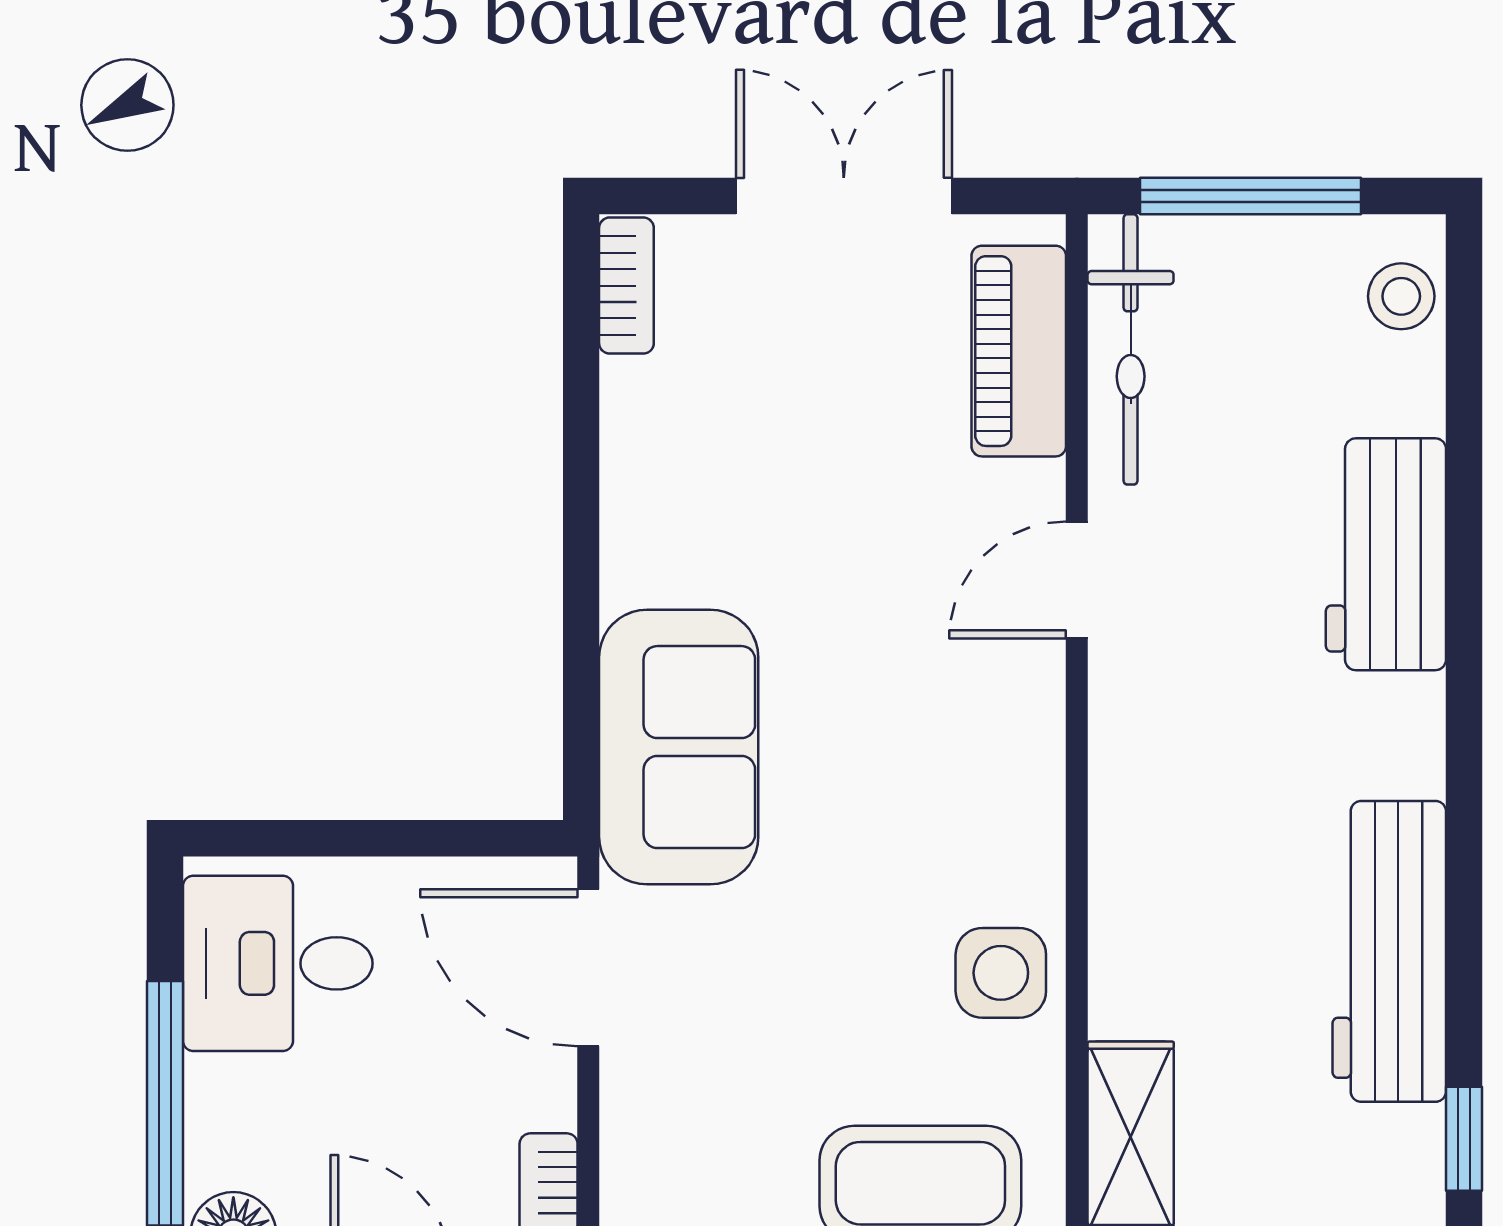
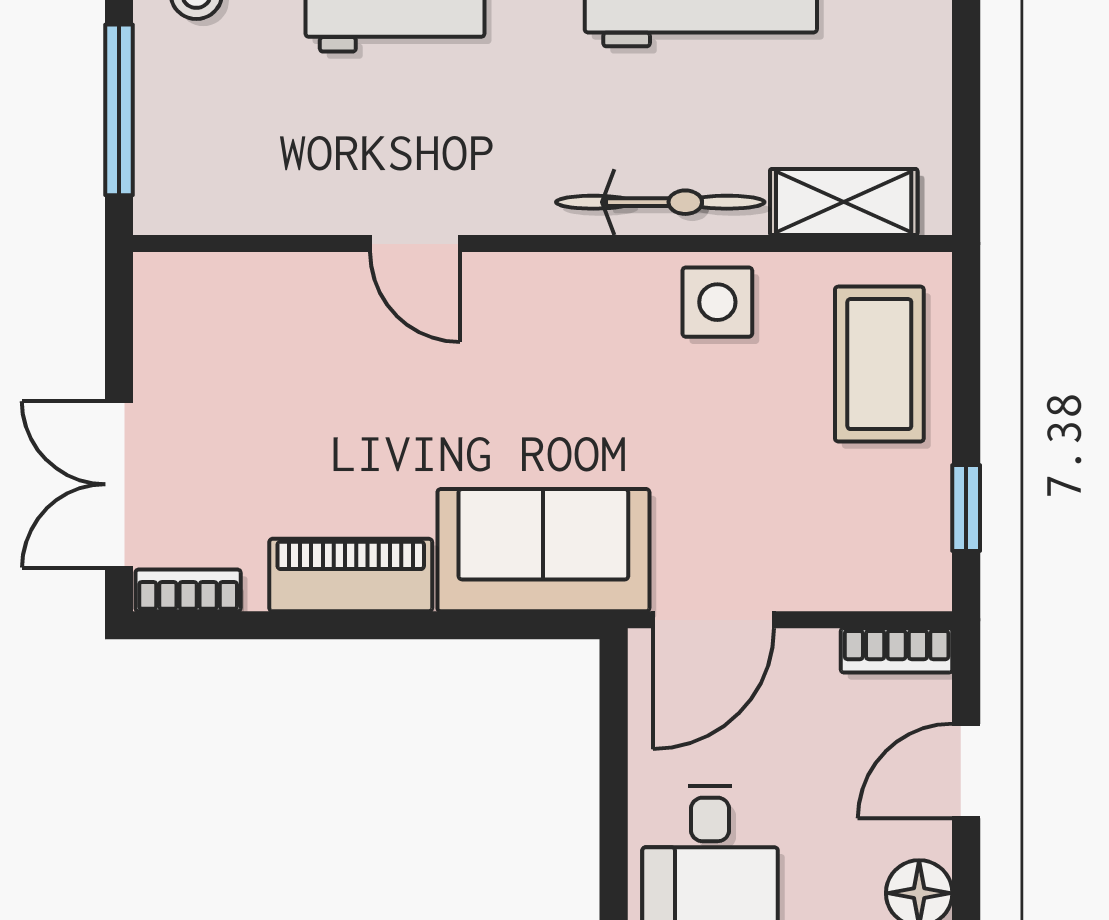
double door: (844, 196) -> (119, 484), moved
bicycle: (1131, 349) -> (660, 202), moved
piano: (1019, 351) -> (351, 575), moved, turned 180

